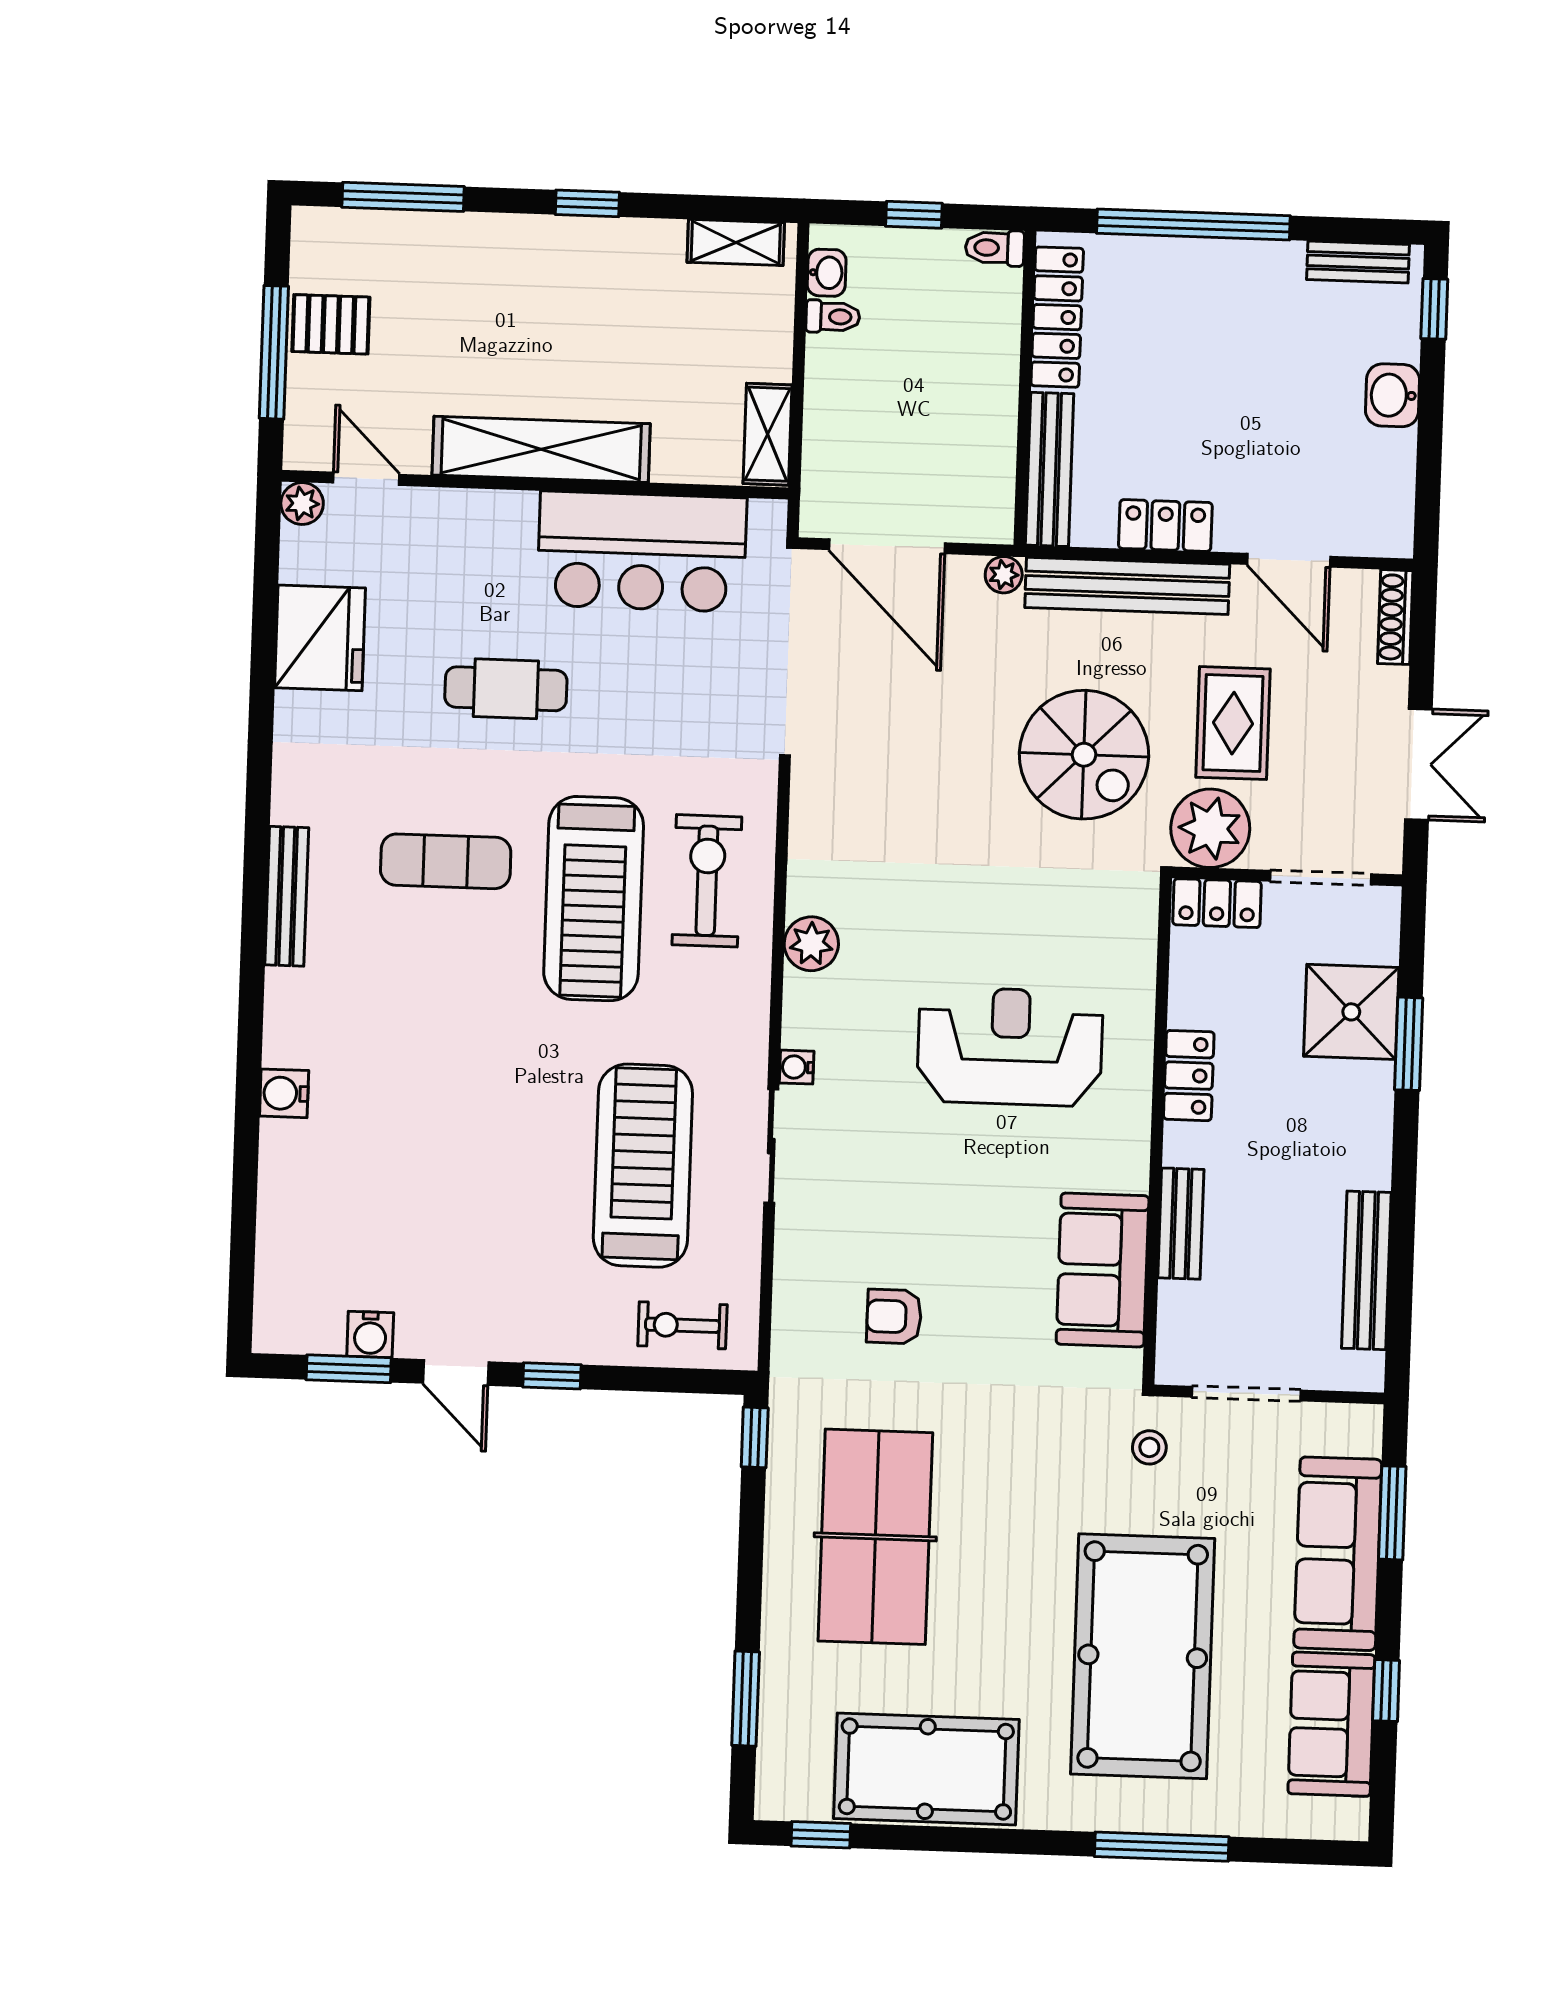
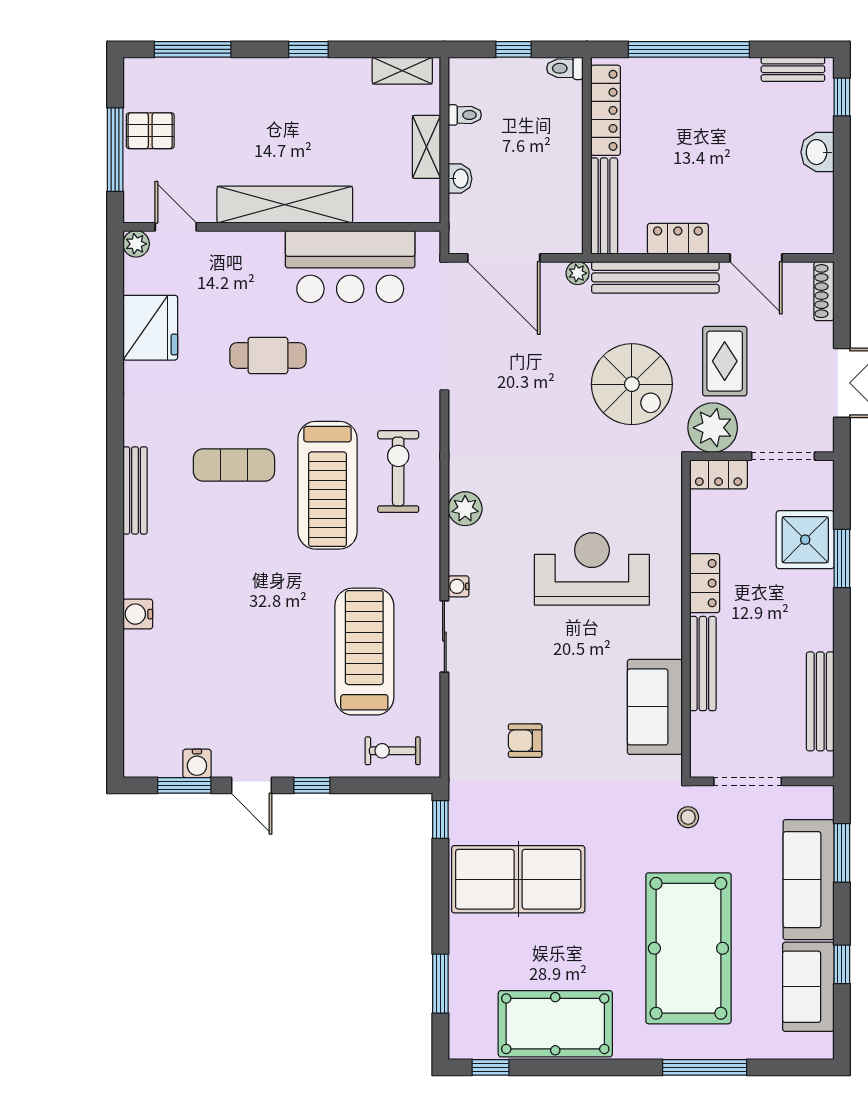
washbasin: (827, 273) -> (460, 179), moved
shelving: (768, 434) -> (426, 147), moved
bench: (1181, 1224) -> (703, 664), width x1.36
table tennis table: (875, 1537) -> (518, 879), turned 90

